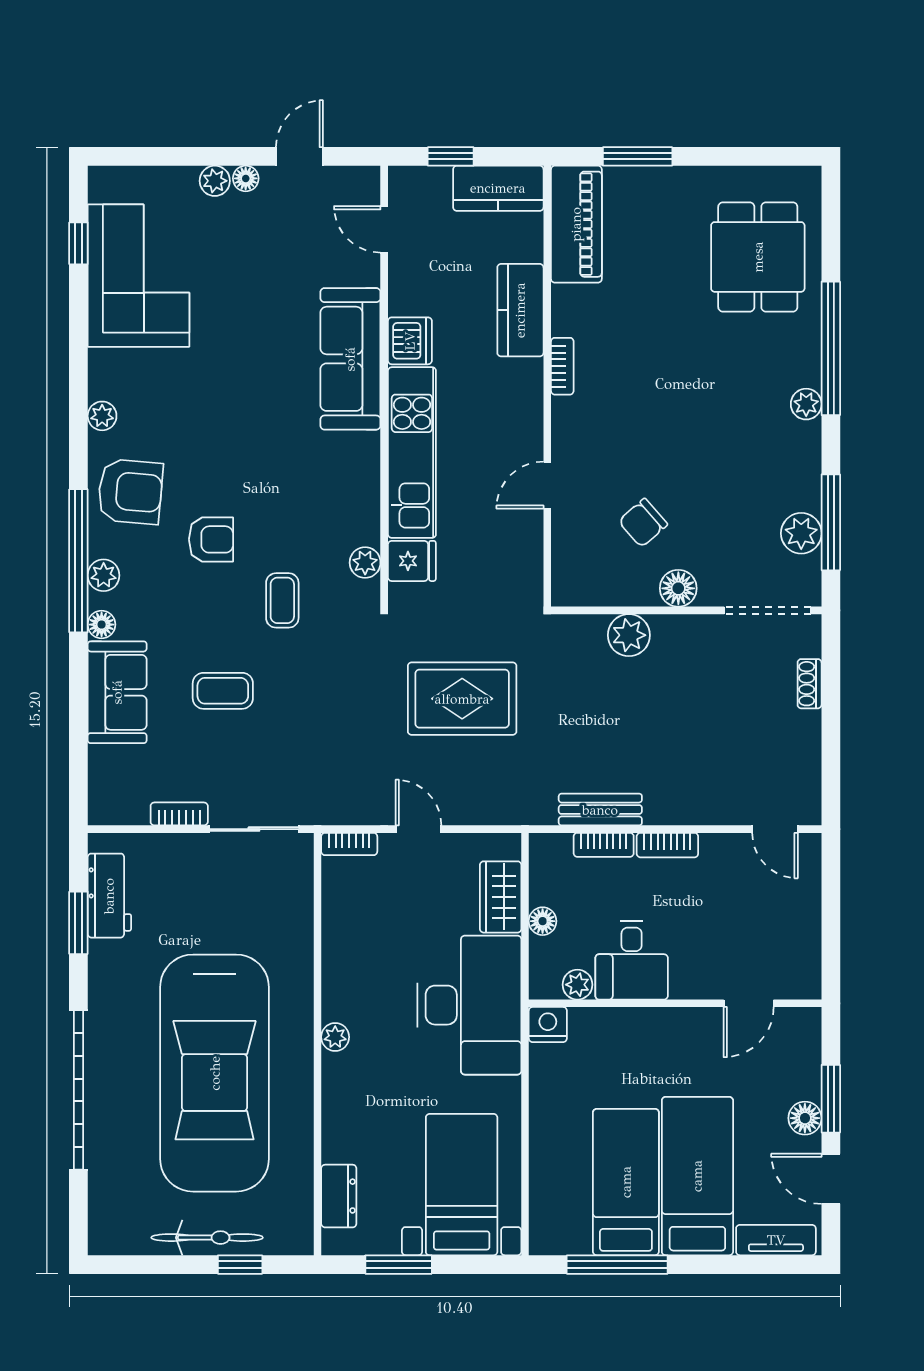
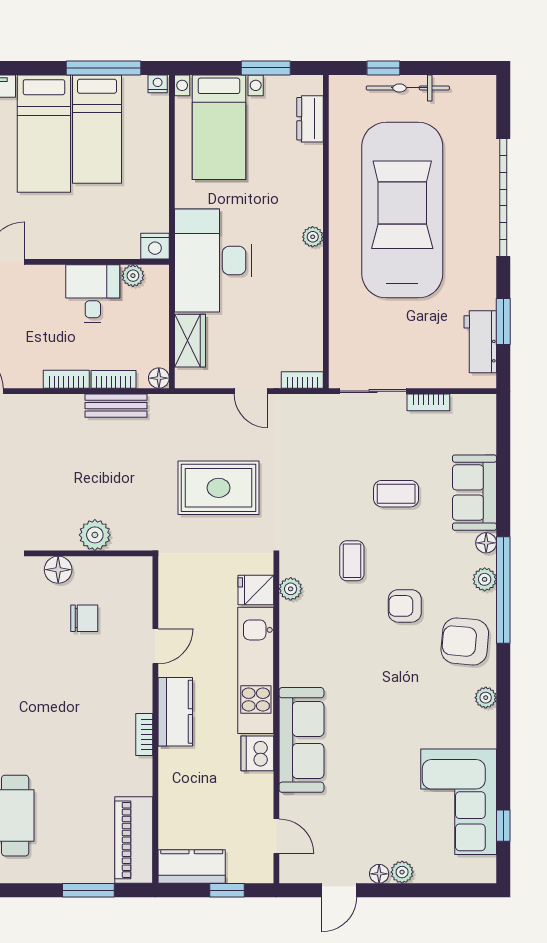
kitchen counter: (520, 310) -> (175, 712), moved
chair: (643, 523) -> (84, 618), turned 41
floor lamp: (543, 921) -> (159, 378), moved
nightstand: (544, 1243) -> (158, 84), added

